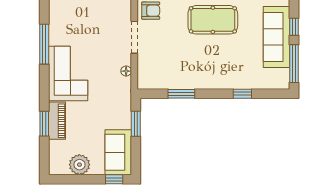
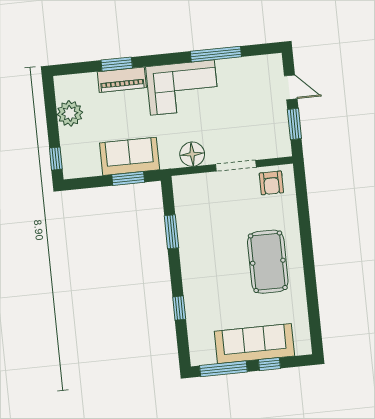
floor lamp: (126, 71) -> (192, 154), width x1.89, depth x1.89
sofa: (118, 152) -> (130, 156), moved

